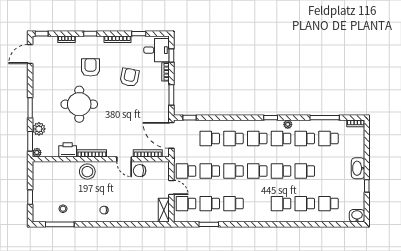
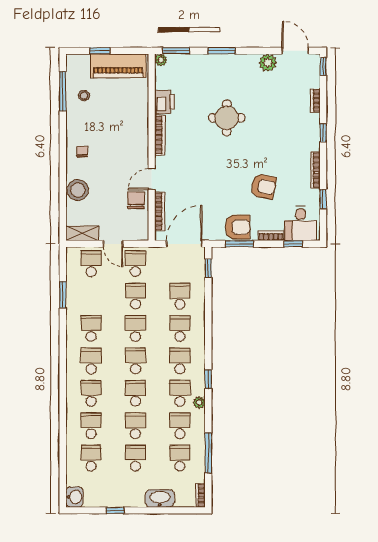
armchair: (91, 67) -> (237, 227), moved
round table: (79, 104) -> (227, 118), width x0.73, depth x0.73
plant: (39, 129) -> (268, 63), moved
washbasin: (358, 168) -> (160, 498), moved
school desk: (328, 171) -> (135, 458), added
stool: (87, 172) -> (78, 190), moved
piano: (41, 184) -> (118, 66), added
door: (171, 187) -> (113, 244), hinge flipped
school desk: (210, 204) -> (91, 361), moved

